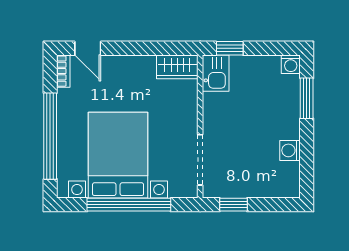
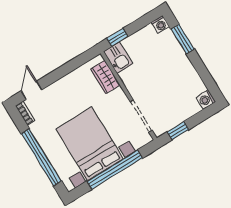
door: (88, 48) -> (31, 90), swing flipped
wardrobe: (177, 67) -> (105, 77), moved, turned 90
washing machine: (290, 150) -> (206, 100), moved

